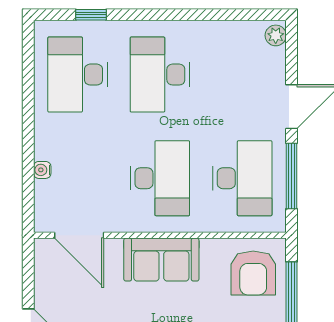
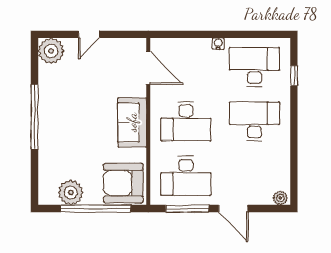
water cooler: (42, 170) -> (218, 44), moved
door: (79, 235) -> (148, 68), swing flipped
armchair: (253, 273) -> (123, 183), width x1.36, depth x1.36

